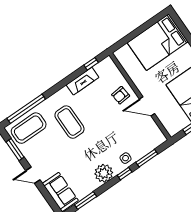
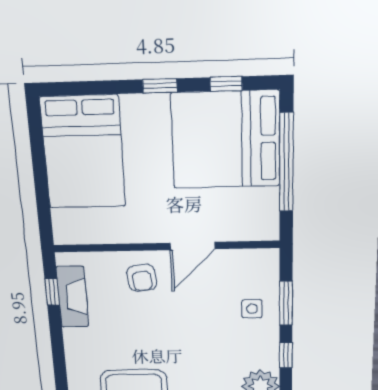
fireplace: (83, 81) -> (72, 297), moved
side table: (126, 158) -> (252, 309), moved

